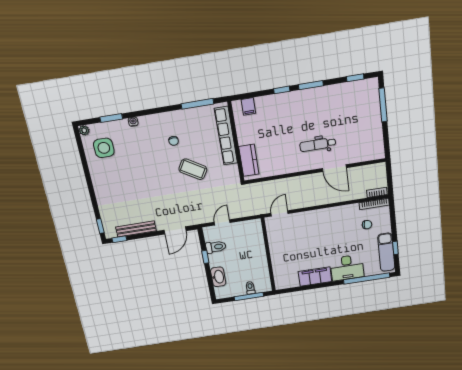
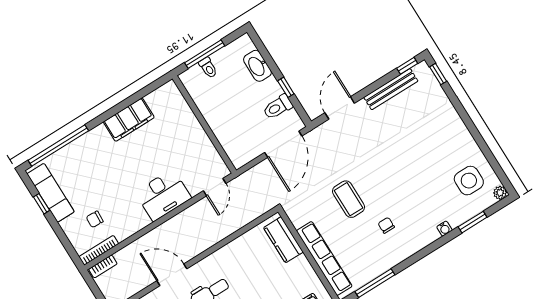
coffee table: (193, 169) -> (348, 199), turned 59
door: (222, 222) -> (283, 144), width x1.88
desk: (347, 268) -> (163, 195), moved, turned 180

